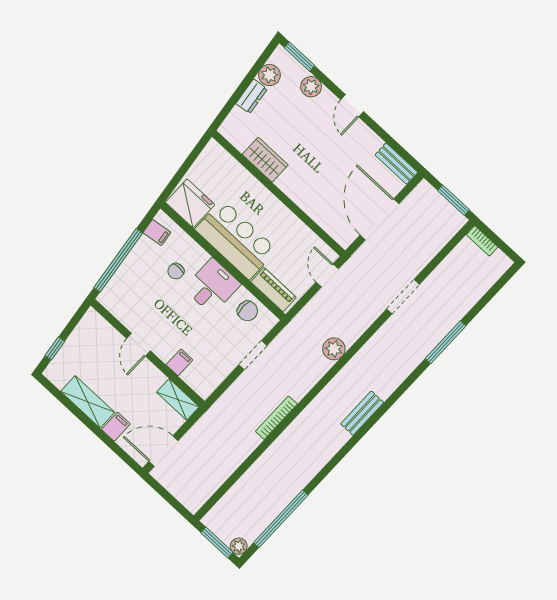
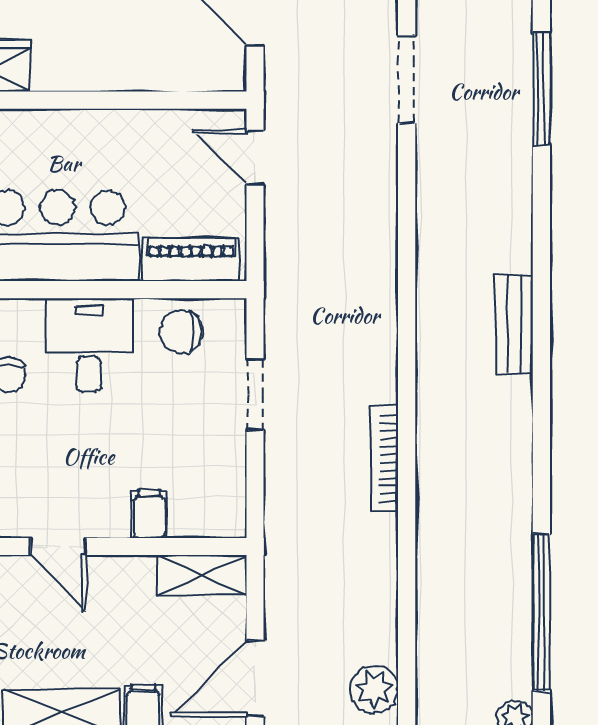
chair: (247, 311) -> (181, 332), turned 180
plant: (334, 349) -> (374, 689), moved

